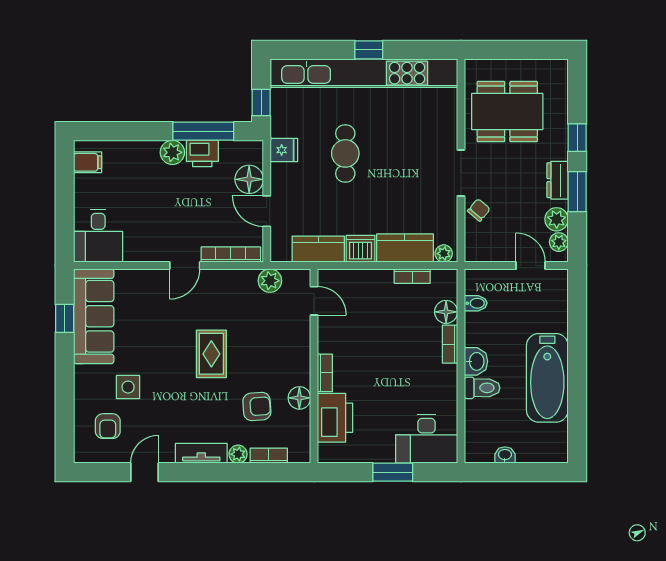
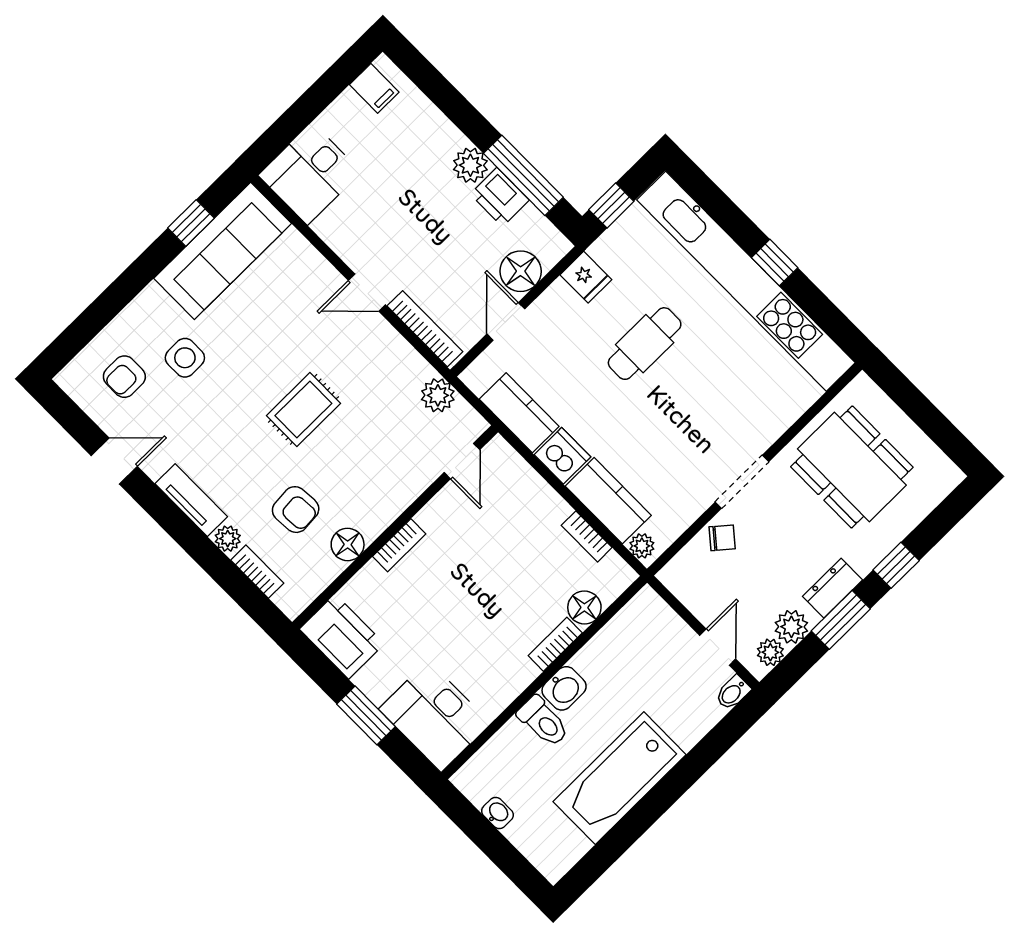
bidet: (476, 303) -> (733, 693), moved, turned 90
printer: (335, 418) -> (342, 636), moved, turned -90

